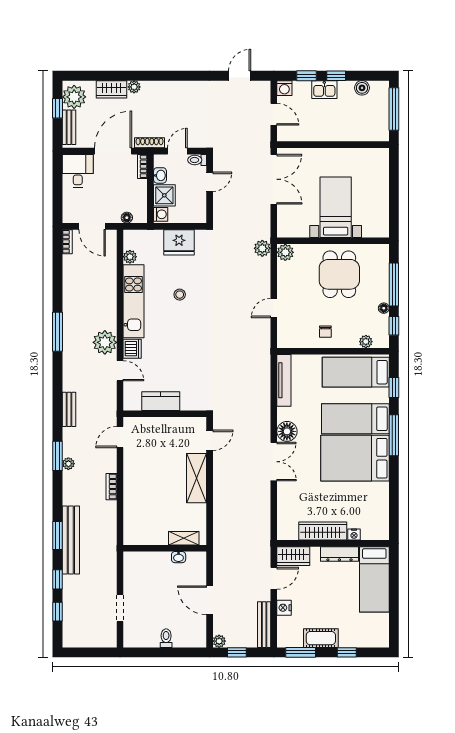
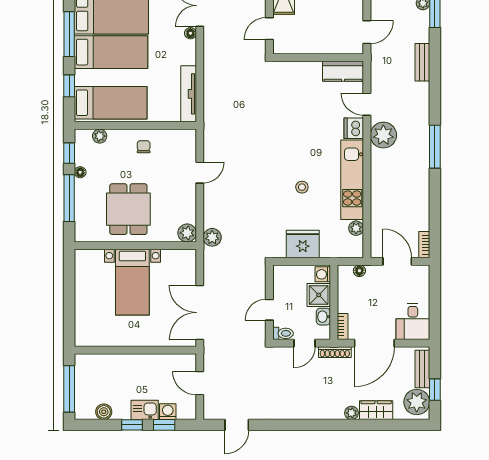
washing machine: (284, 88) -> (168, 412), moved
kitchen counter: (161, 401) -> (343, 71), moved
floor lamp: (287, 431) -> (190, 33), width x0.53, depth x0.53

